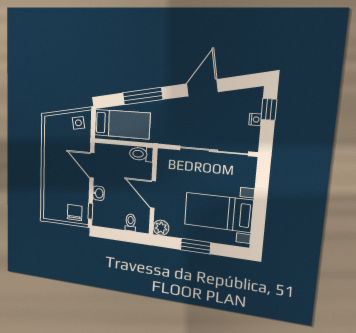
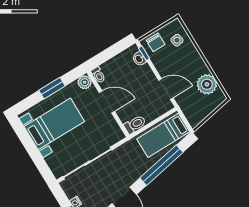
window: (143, 96) -> (161, 165), width x1.46
side table: (78, 123) -> (177, 40), moved
plant: (54, 142) -> (207, 84), added
washbasin: (98, 193) -> (139, 59), moved
toilet: (130, 222) -> (98, 75), moved

